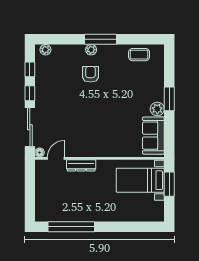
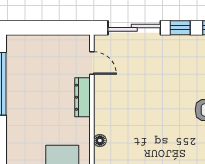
floor lamp: (40, 152) -> (100, 141), moved

